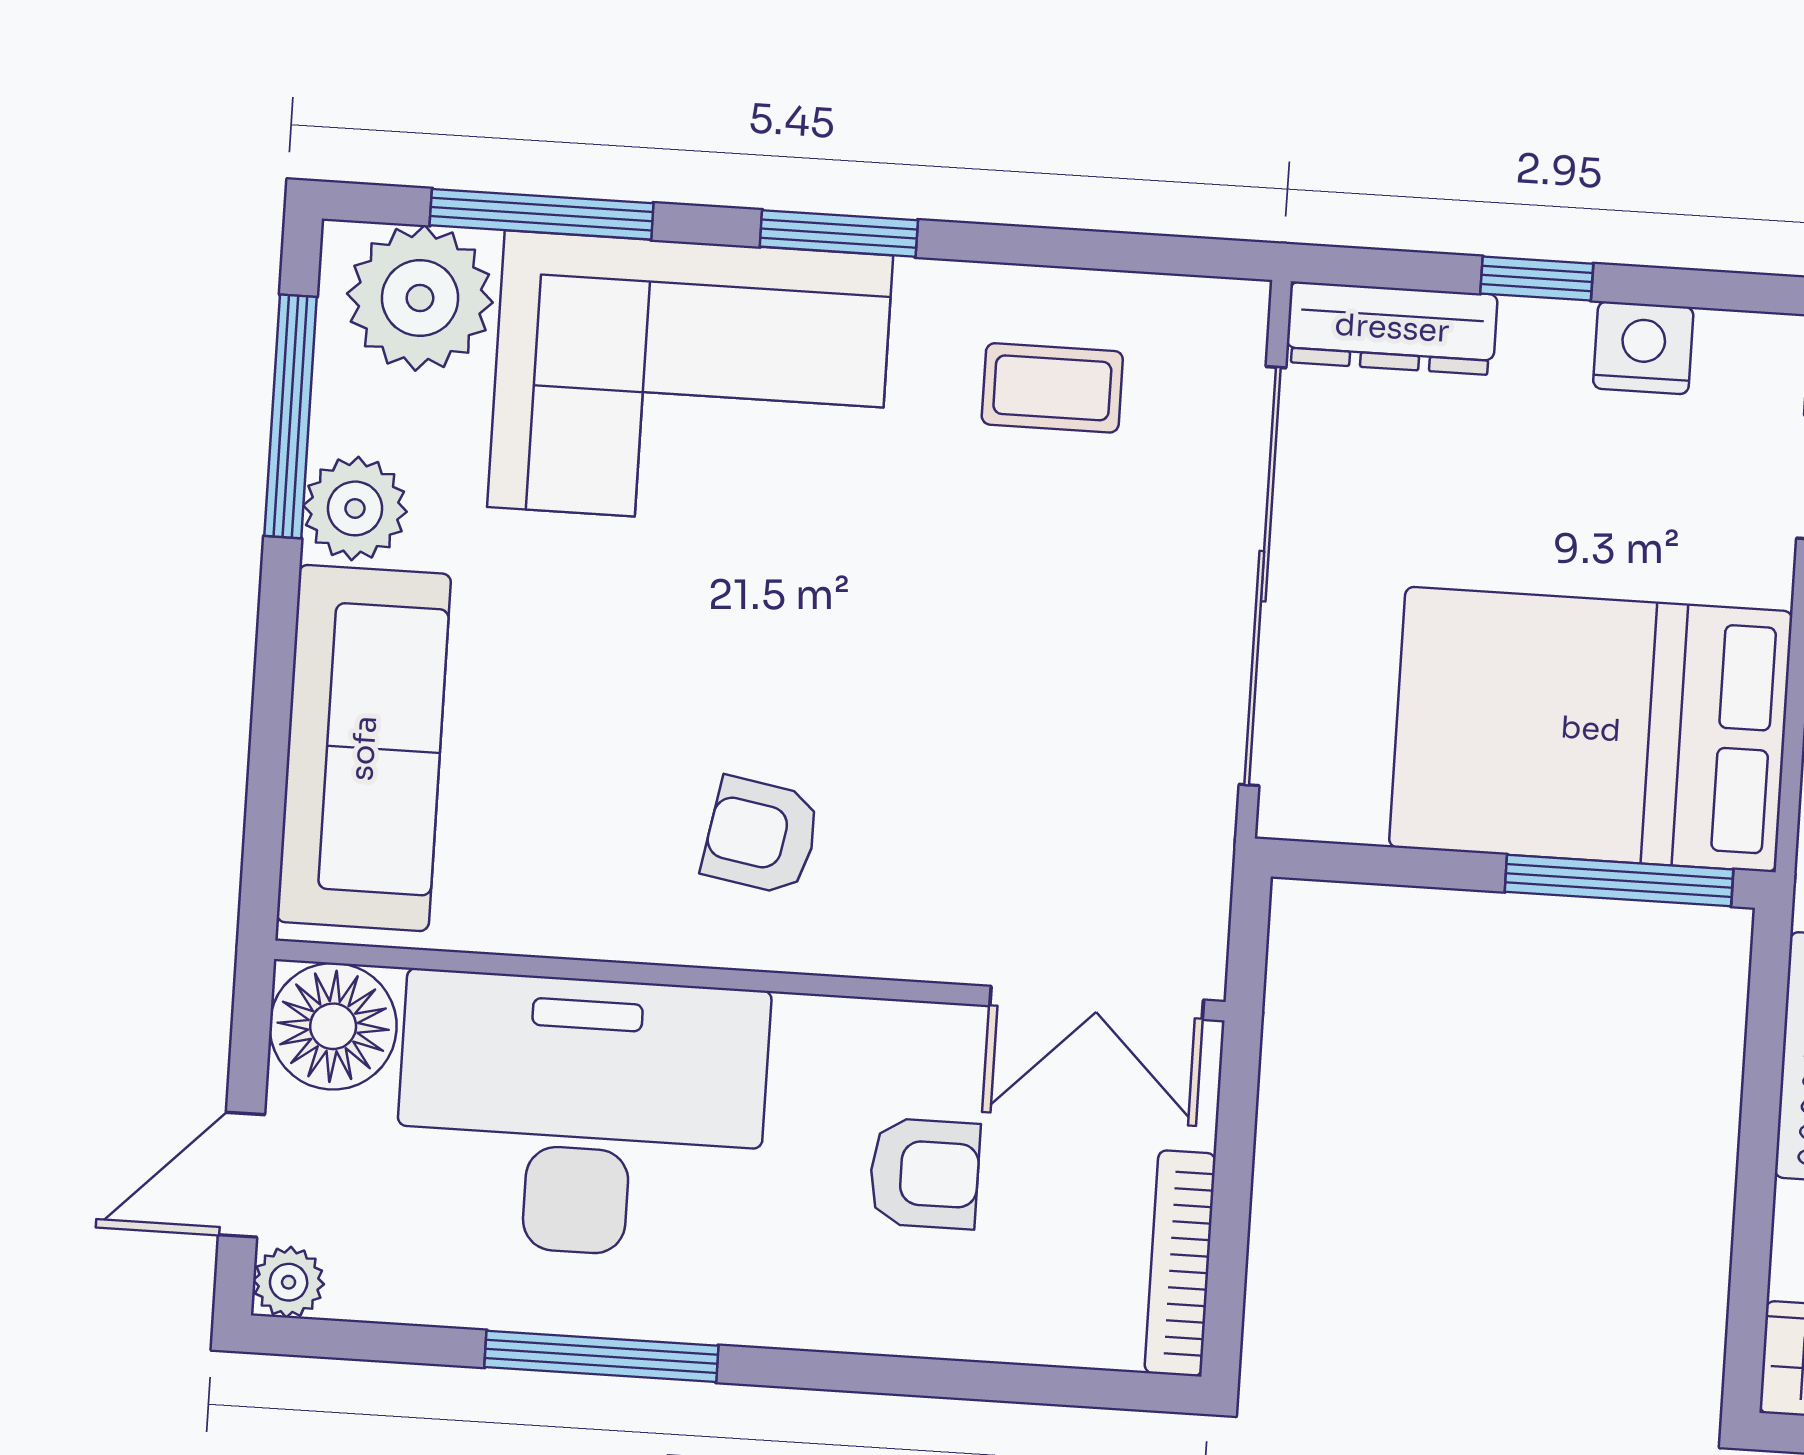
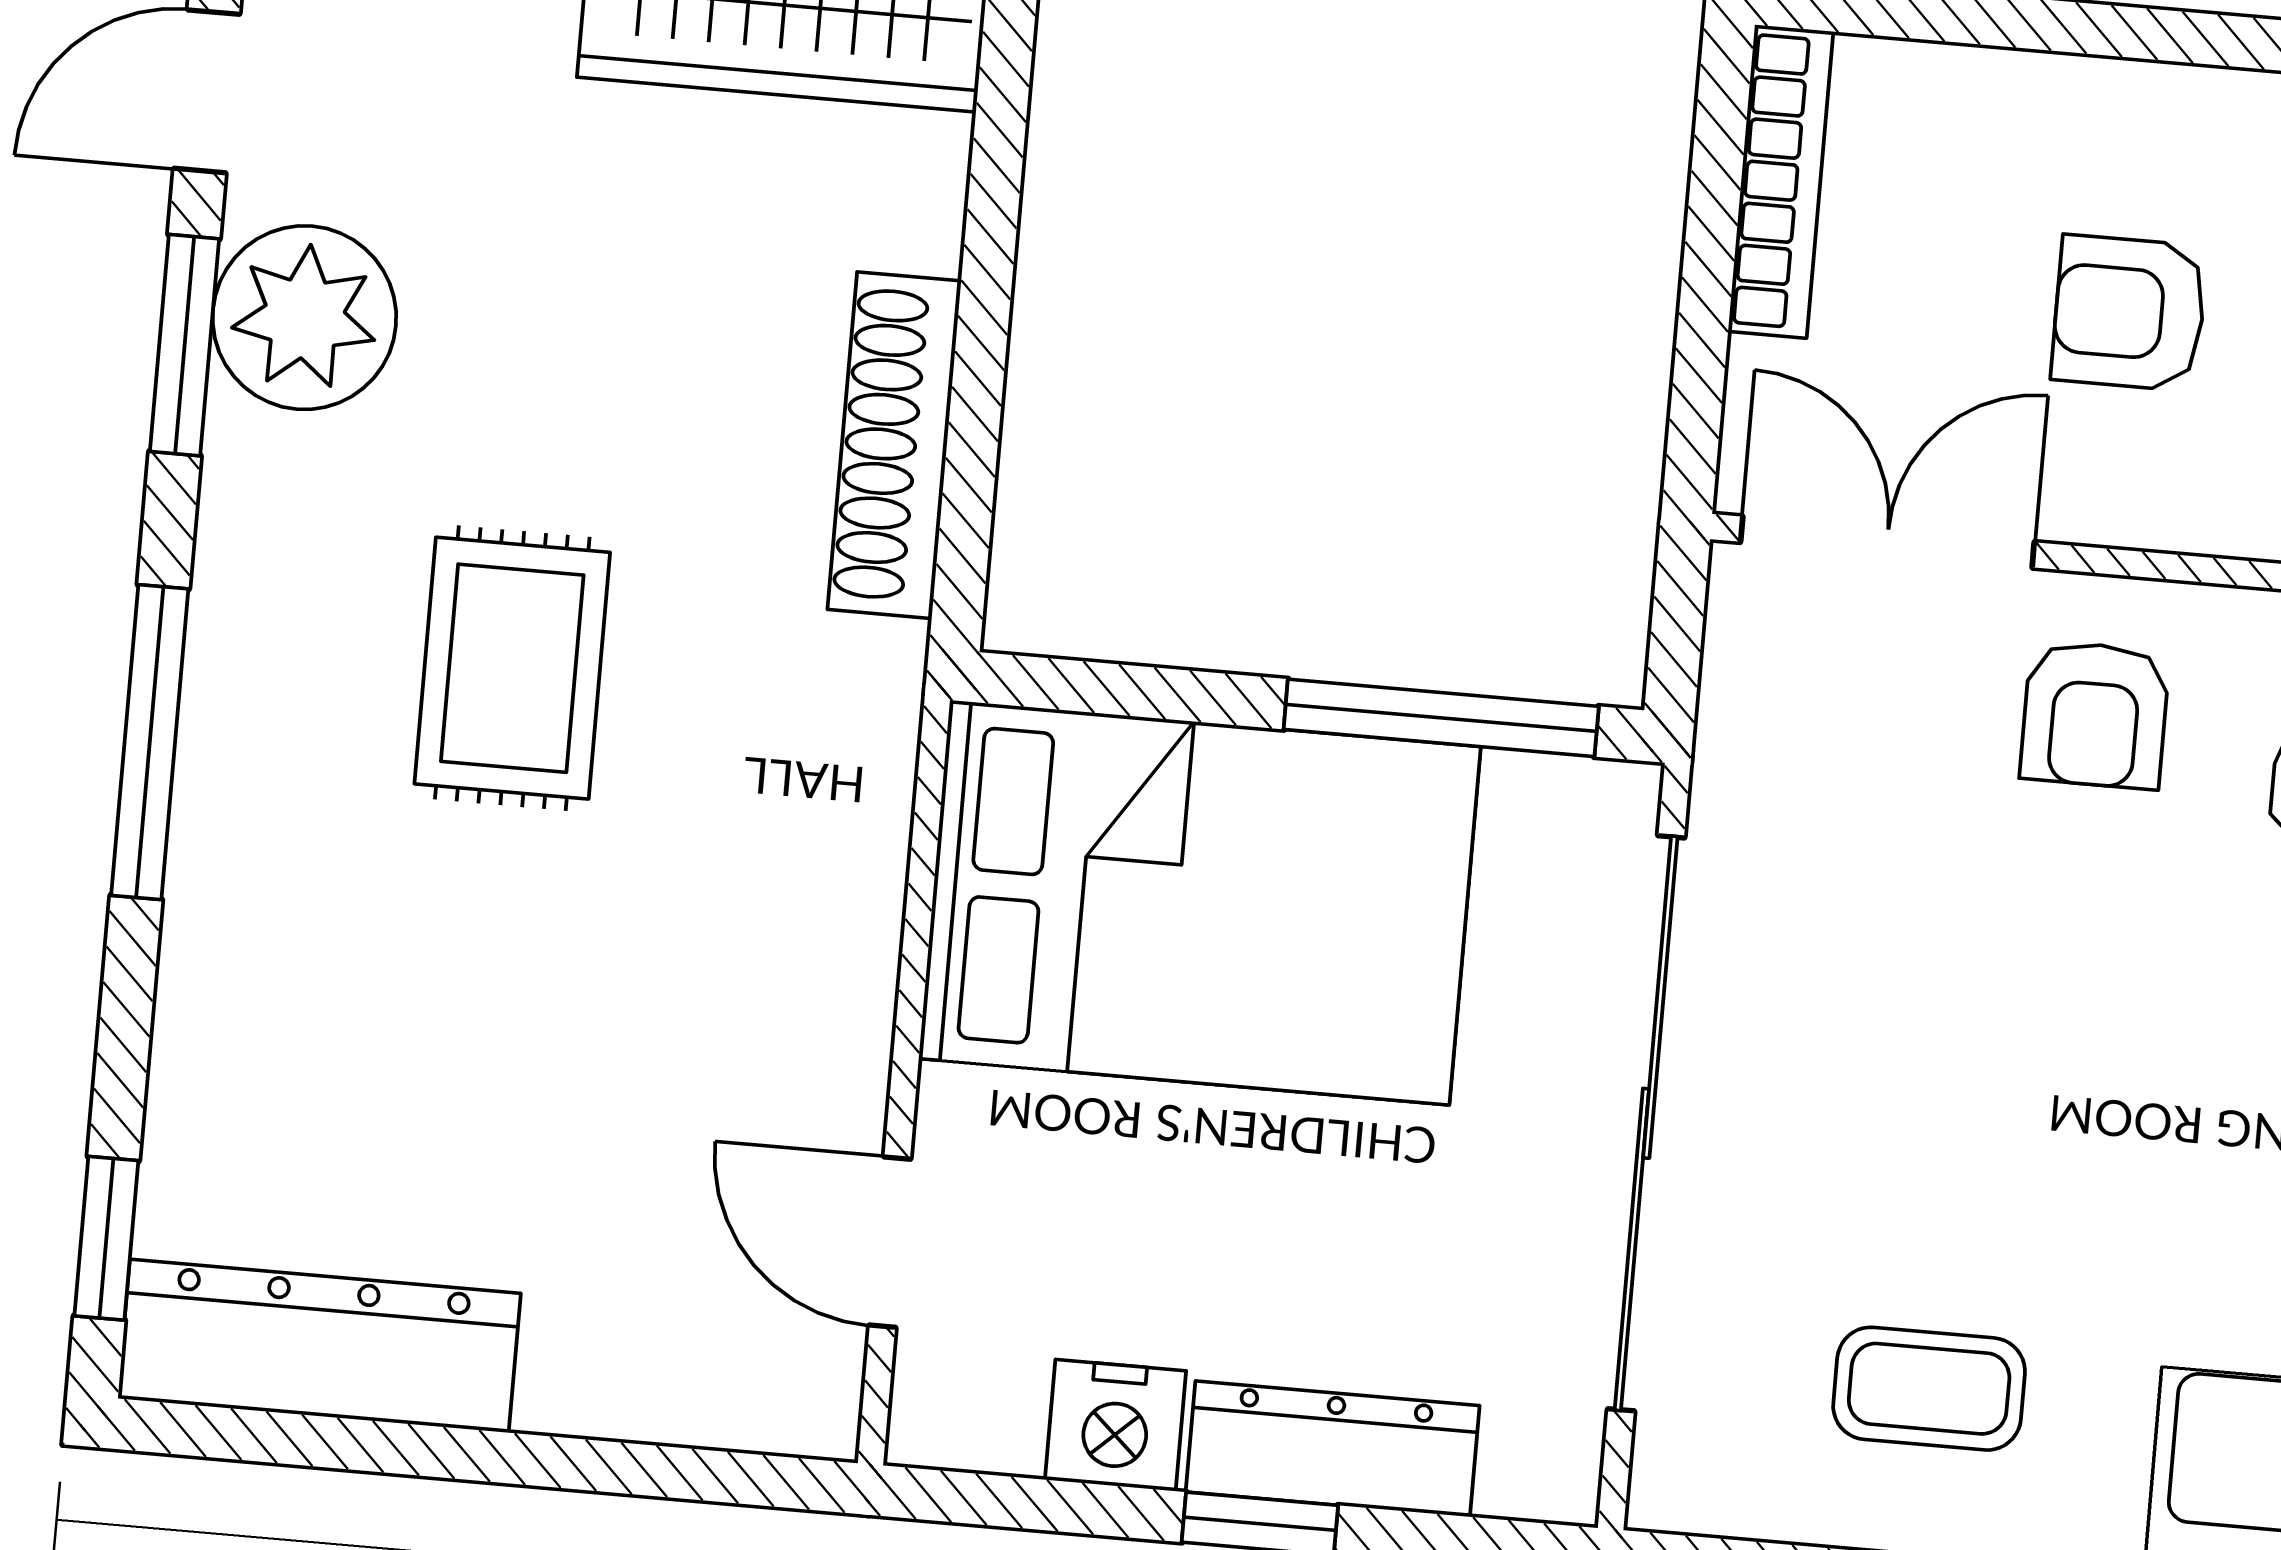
dresser: (1392, 328) -> (1333, 1449), moved
armchair: (943, 881) -> (2095, 715), added
window: (1619, 881) -> (1441, 718), moved

